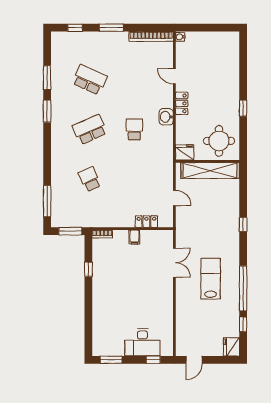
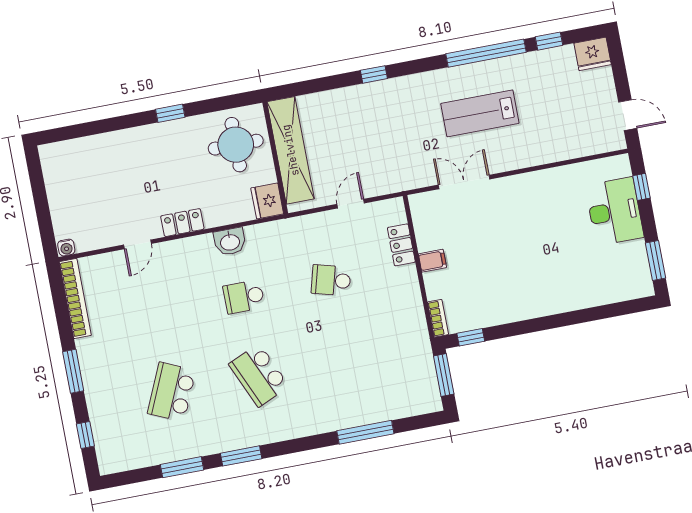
washbasin: (166, 117) -> (230, 242), moved
school desk: (90, 179) -> (331, 280), moved, turned 39
window: (47, 201) -> (365, 432), moved
window: (88, 269) -> (471, 337), moved

